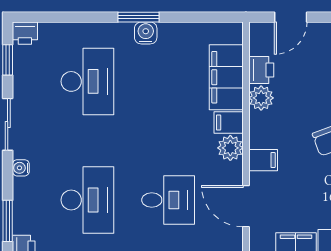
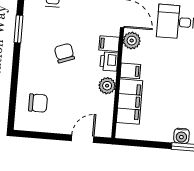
printer: (261, 70) -> (109, 61), moved
plant: (230, 148) -> (132, 41), moved

